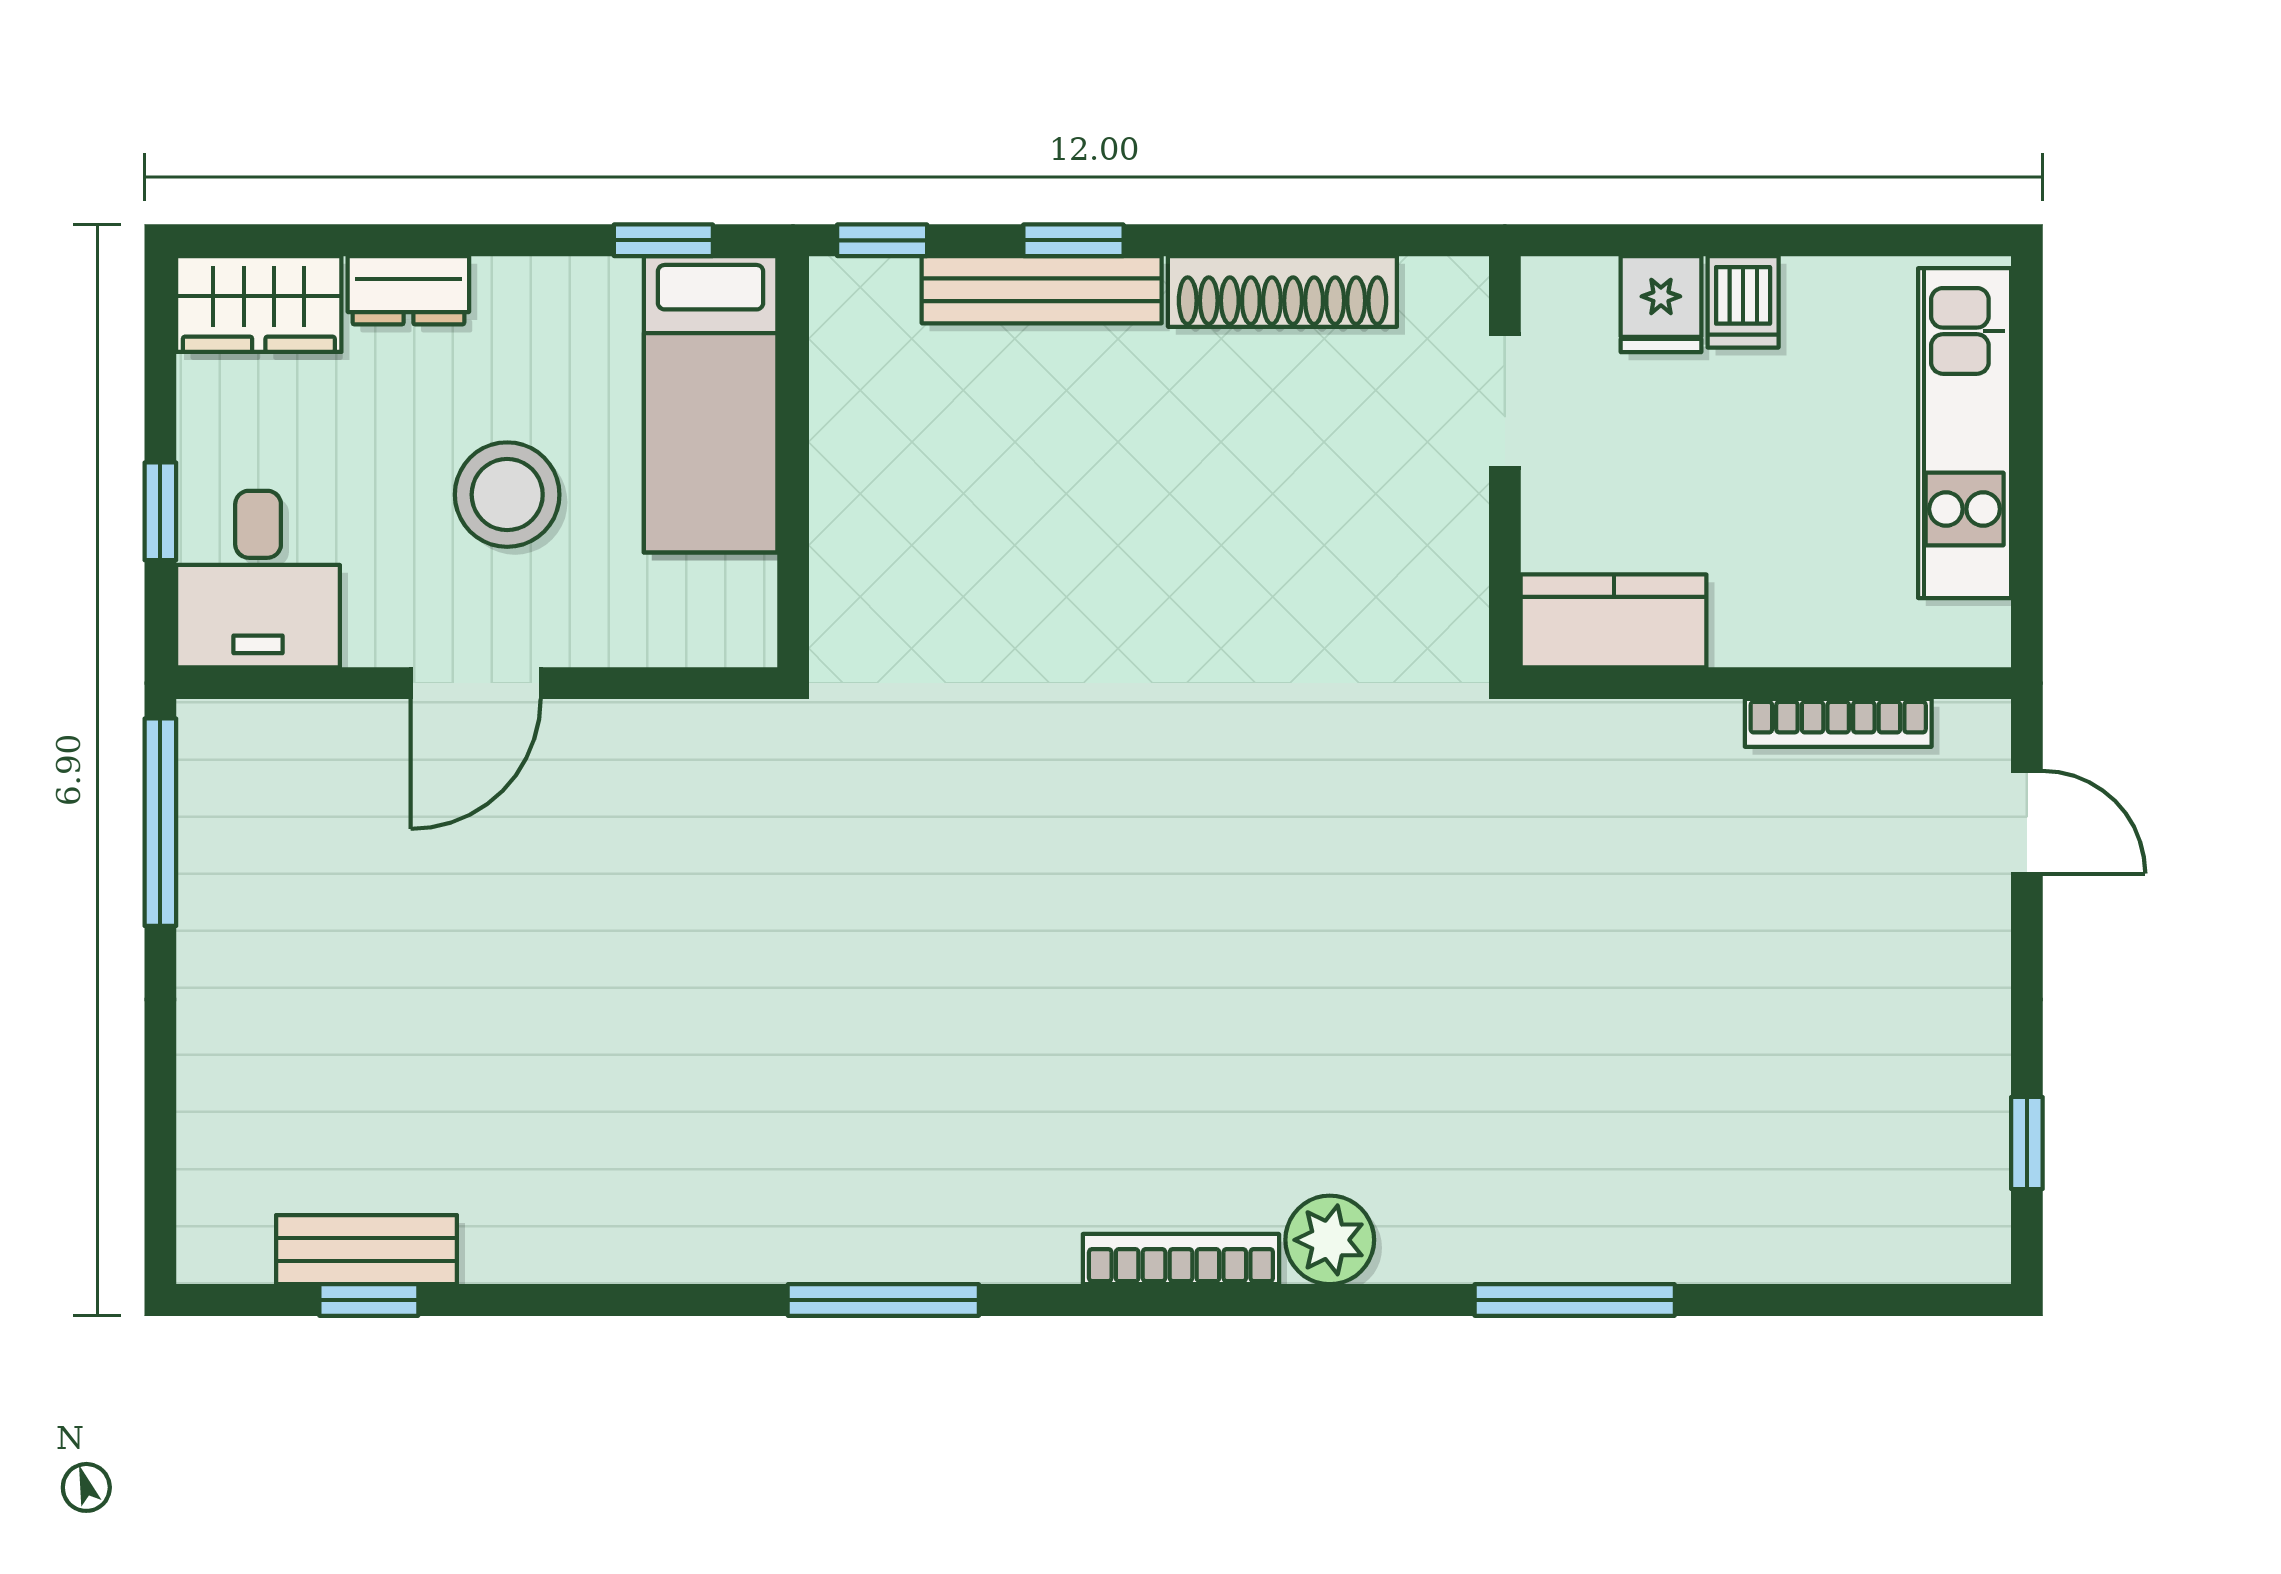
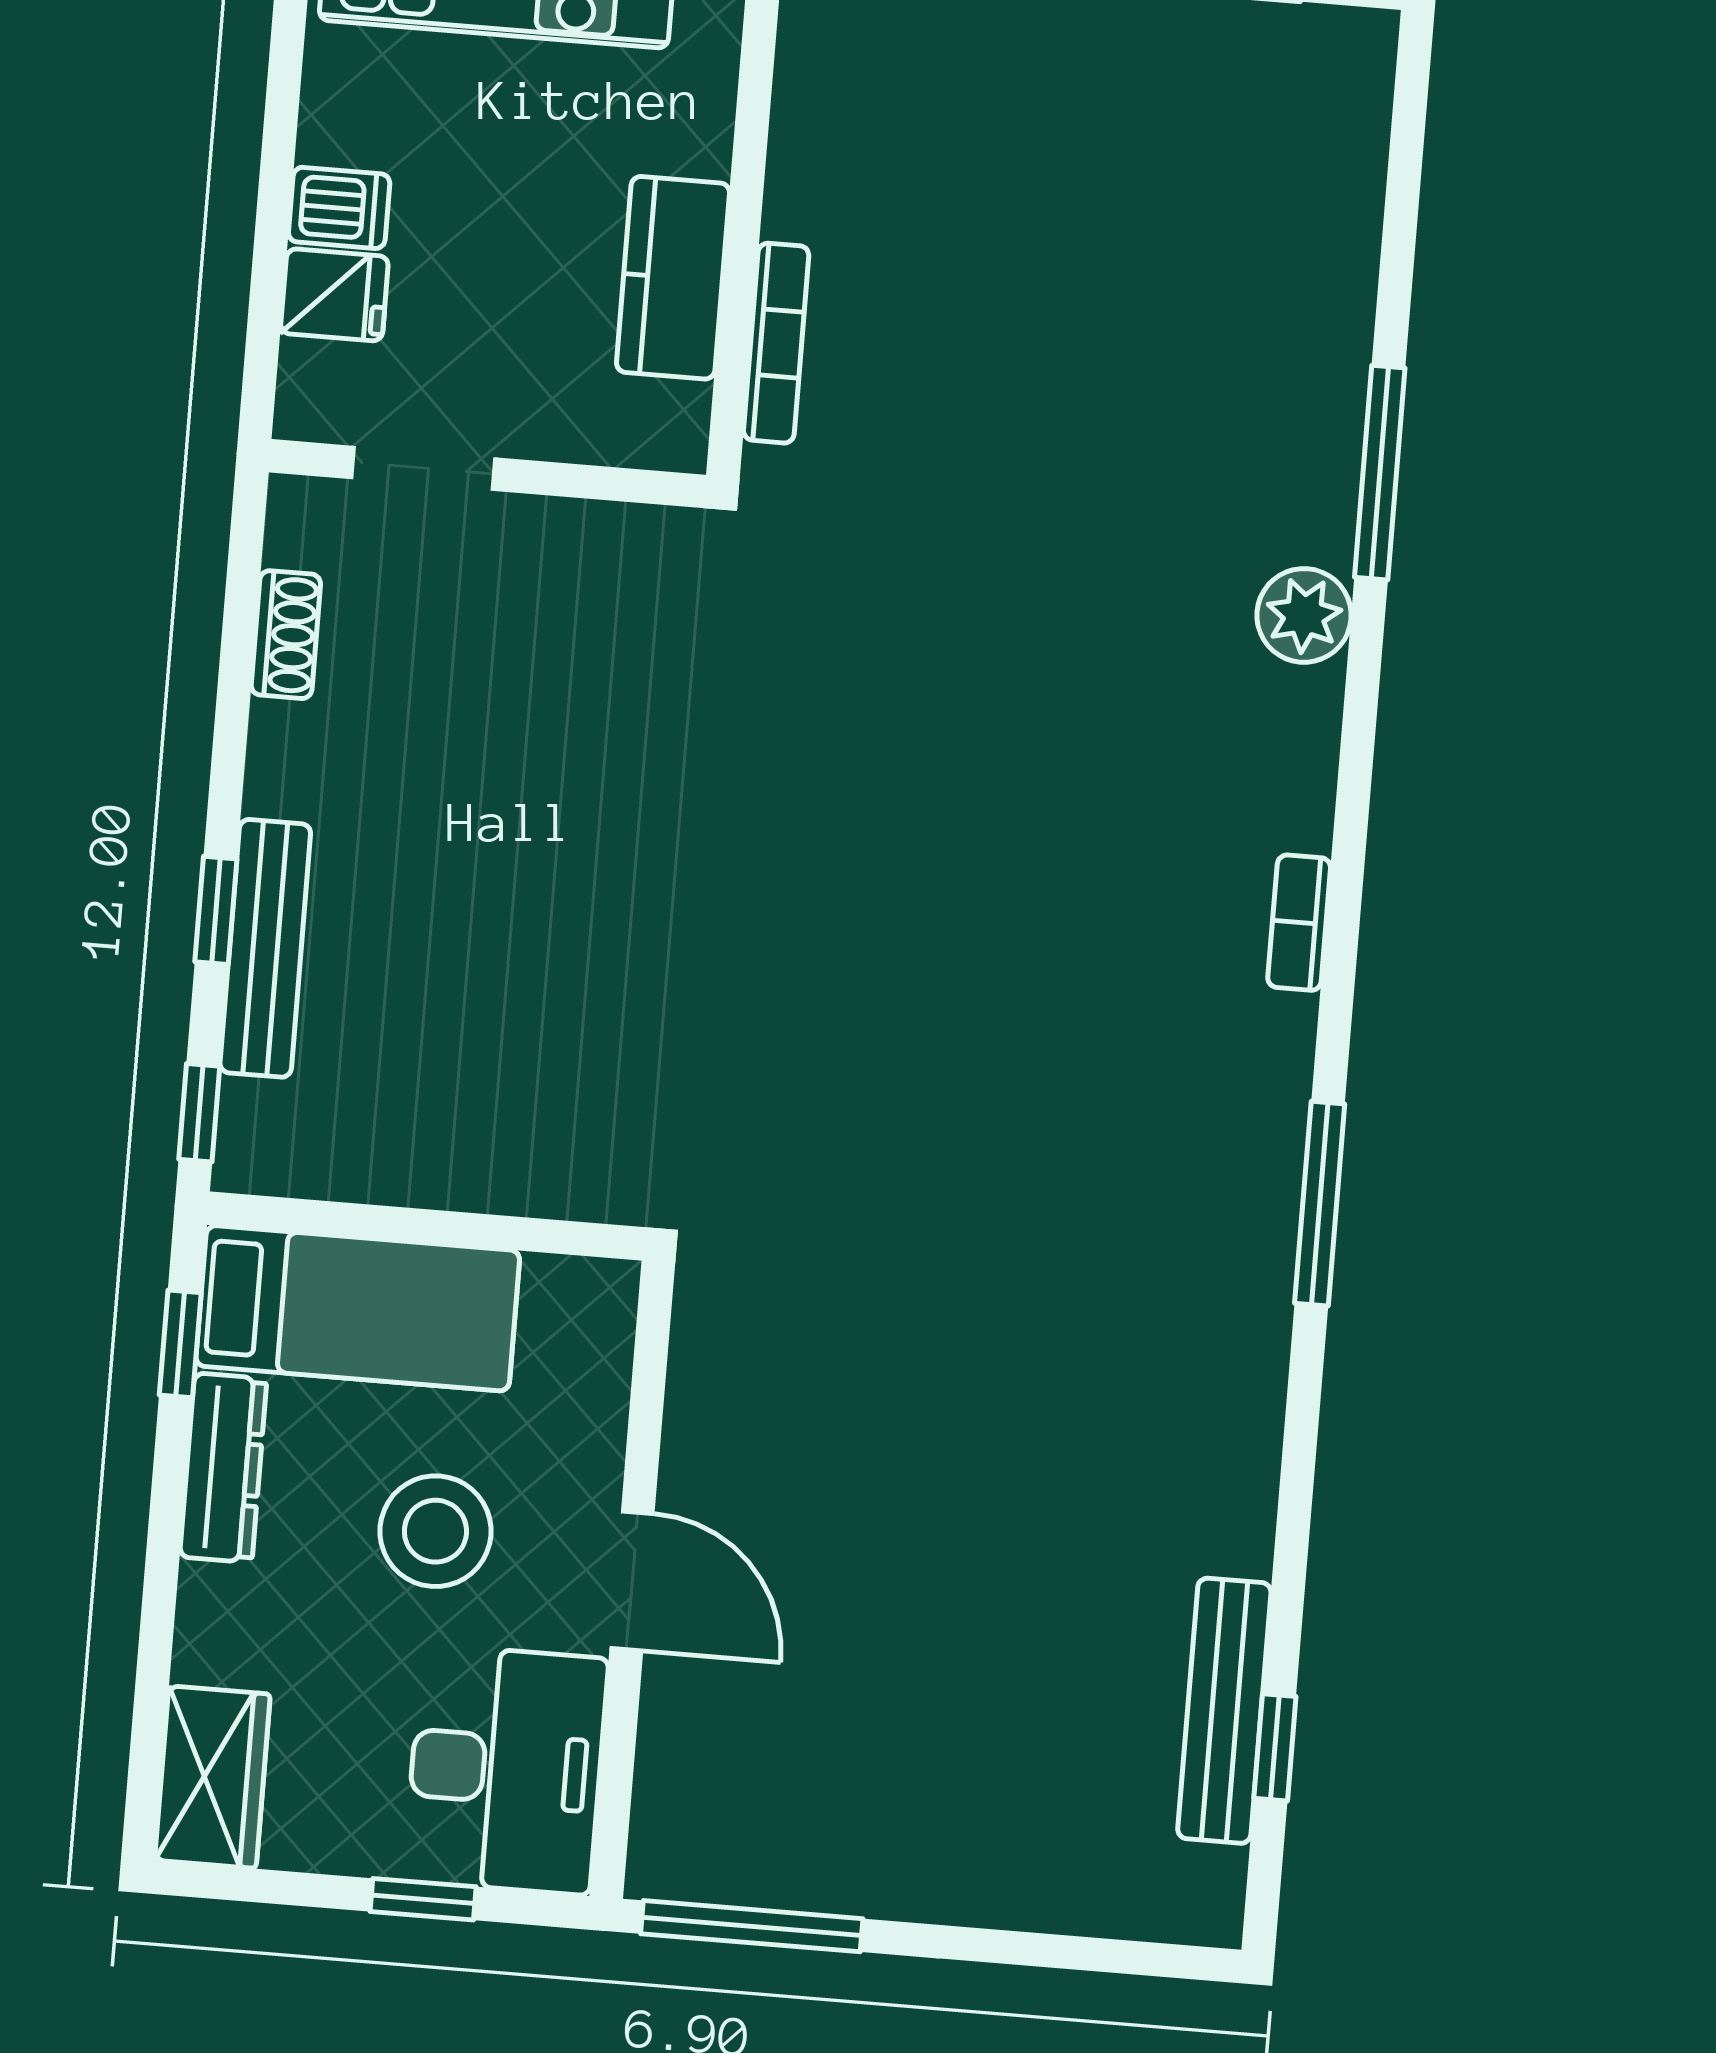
dresser: (408, 290) -> (223, 1468), moved, width x1.44
shoe rack: (1282, 291) -> (286, 635), width x0.51, depth x0.81
desk: (258, 579) -> (506, 1770), width x1.37
kitchen counter: (1614, 621) -> (673, 278), moved
bookcase: (1838, 723) -> (776, 343), moved
plant: (1330, 1240) -> (1304, 615), moved
bench: (366, 1250) -> (1224, 1711), width x1.36
bookcase: (1181, 1259) -> (1299, 923), width x0.64

